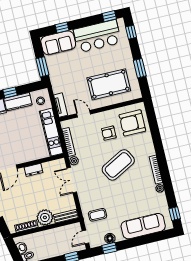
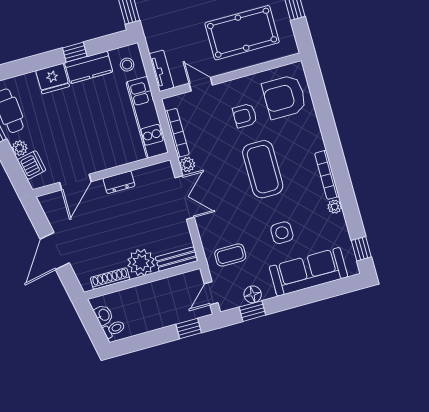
coffee table: (118, 165) -> (263, 169), turned -62
double door: (72, 180) -> (185, 198), swing flipped
side table: (128, 203) -> (282, 233), added

